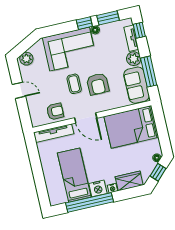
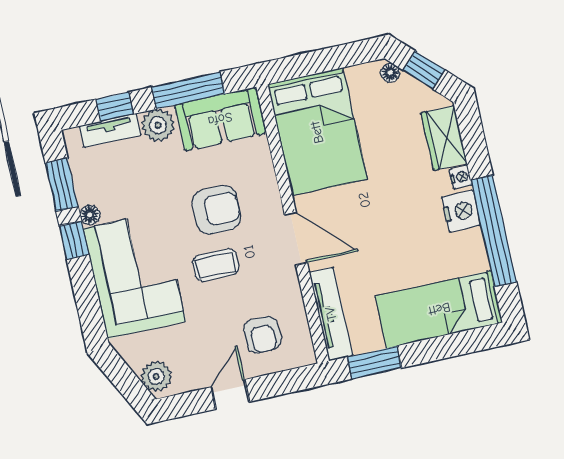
window: (139, 30) -> (115, 107), moved
armchair: (55, 111) -> (262, 335), moved, turned 180
door: (86, 118) -> (296, 239), hinge flipped
window: (33, 152) -> (374, 362), added
bed: (74, 175) -> (439, 309), moved

